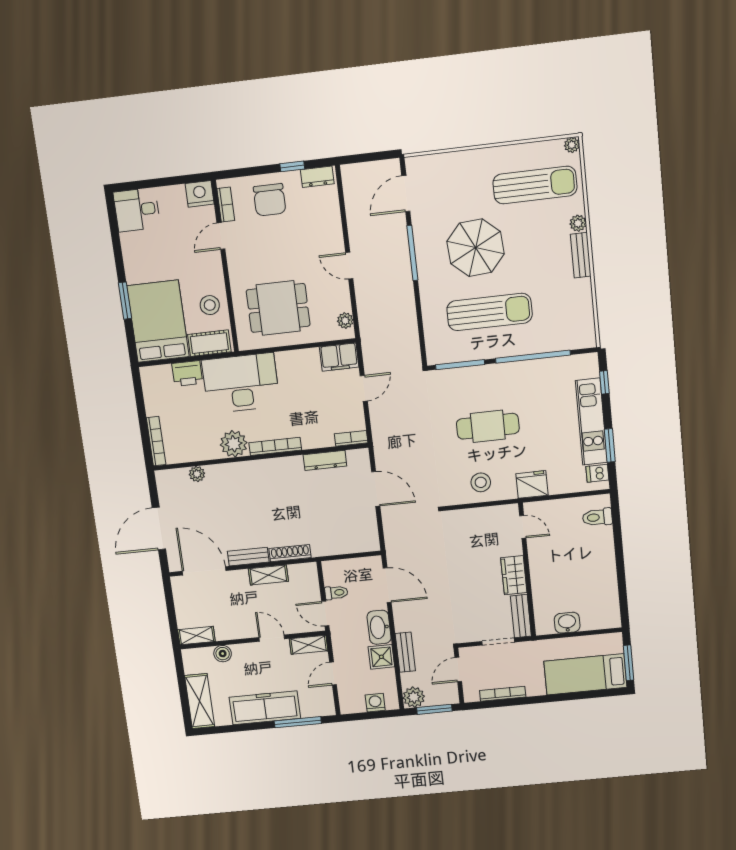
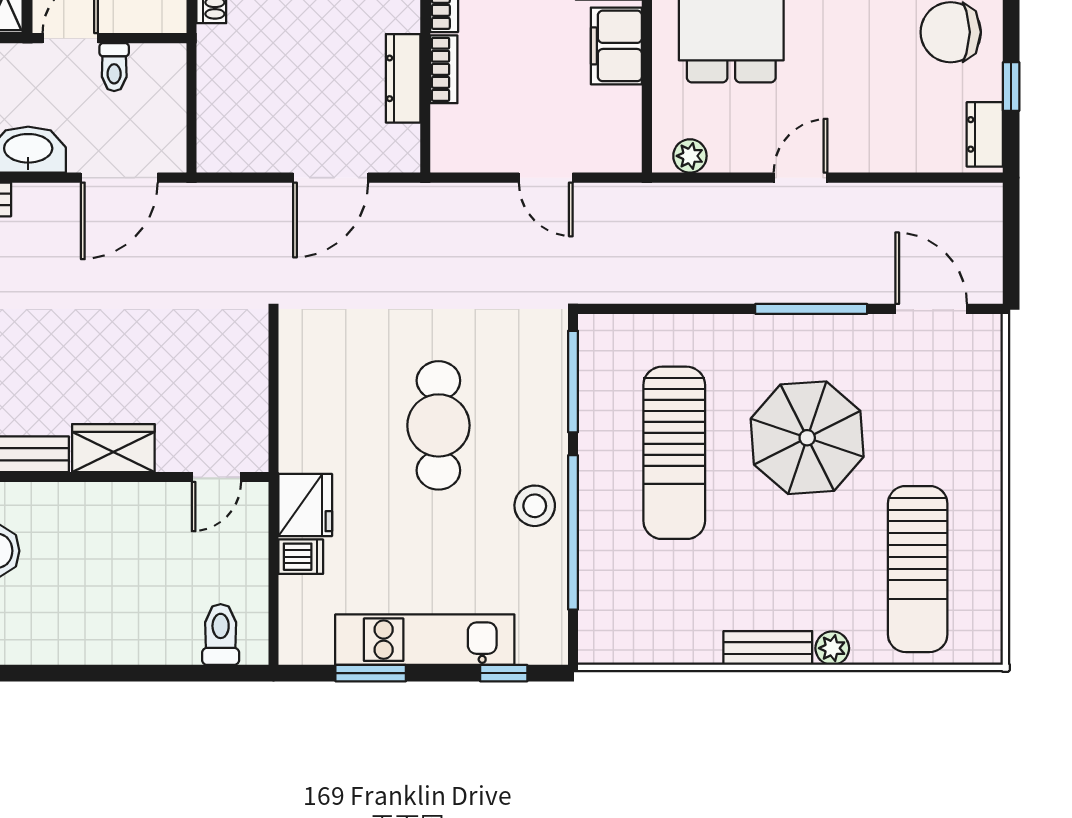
plant: (572, 145) -> (987, 649), removed
filing cabinet: (339, 357) -> (616, 46), moved
bookcase: (351, 438) -> (444, 69), moved
dishwasher: (597, 473) -> (301, 557), moved, turned 90
stool: (481, 482) -> (535, 506), moved

